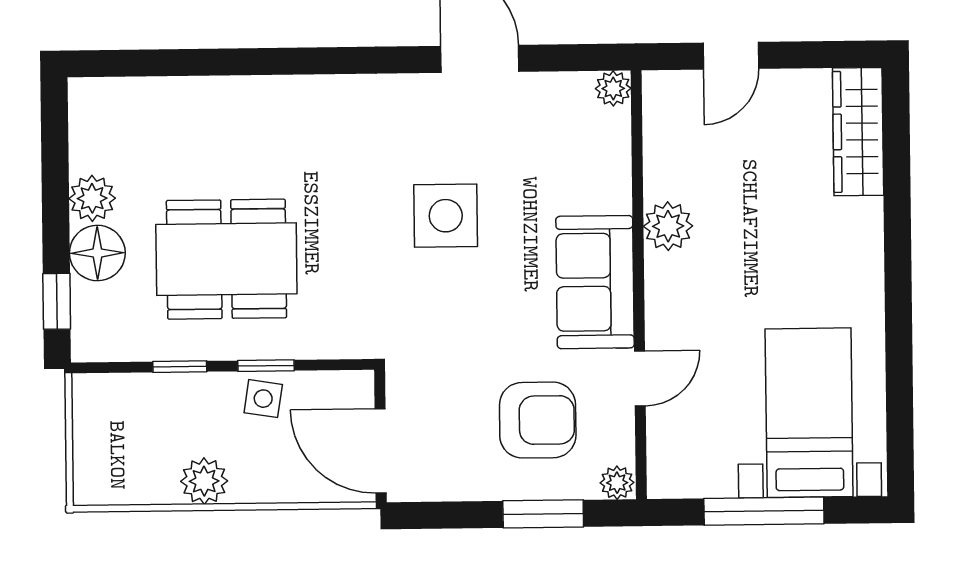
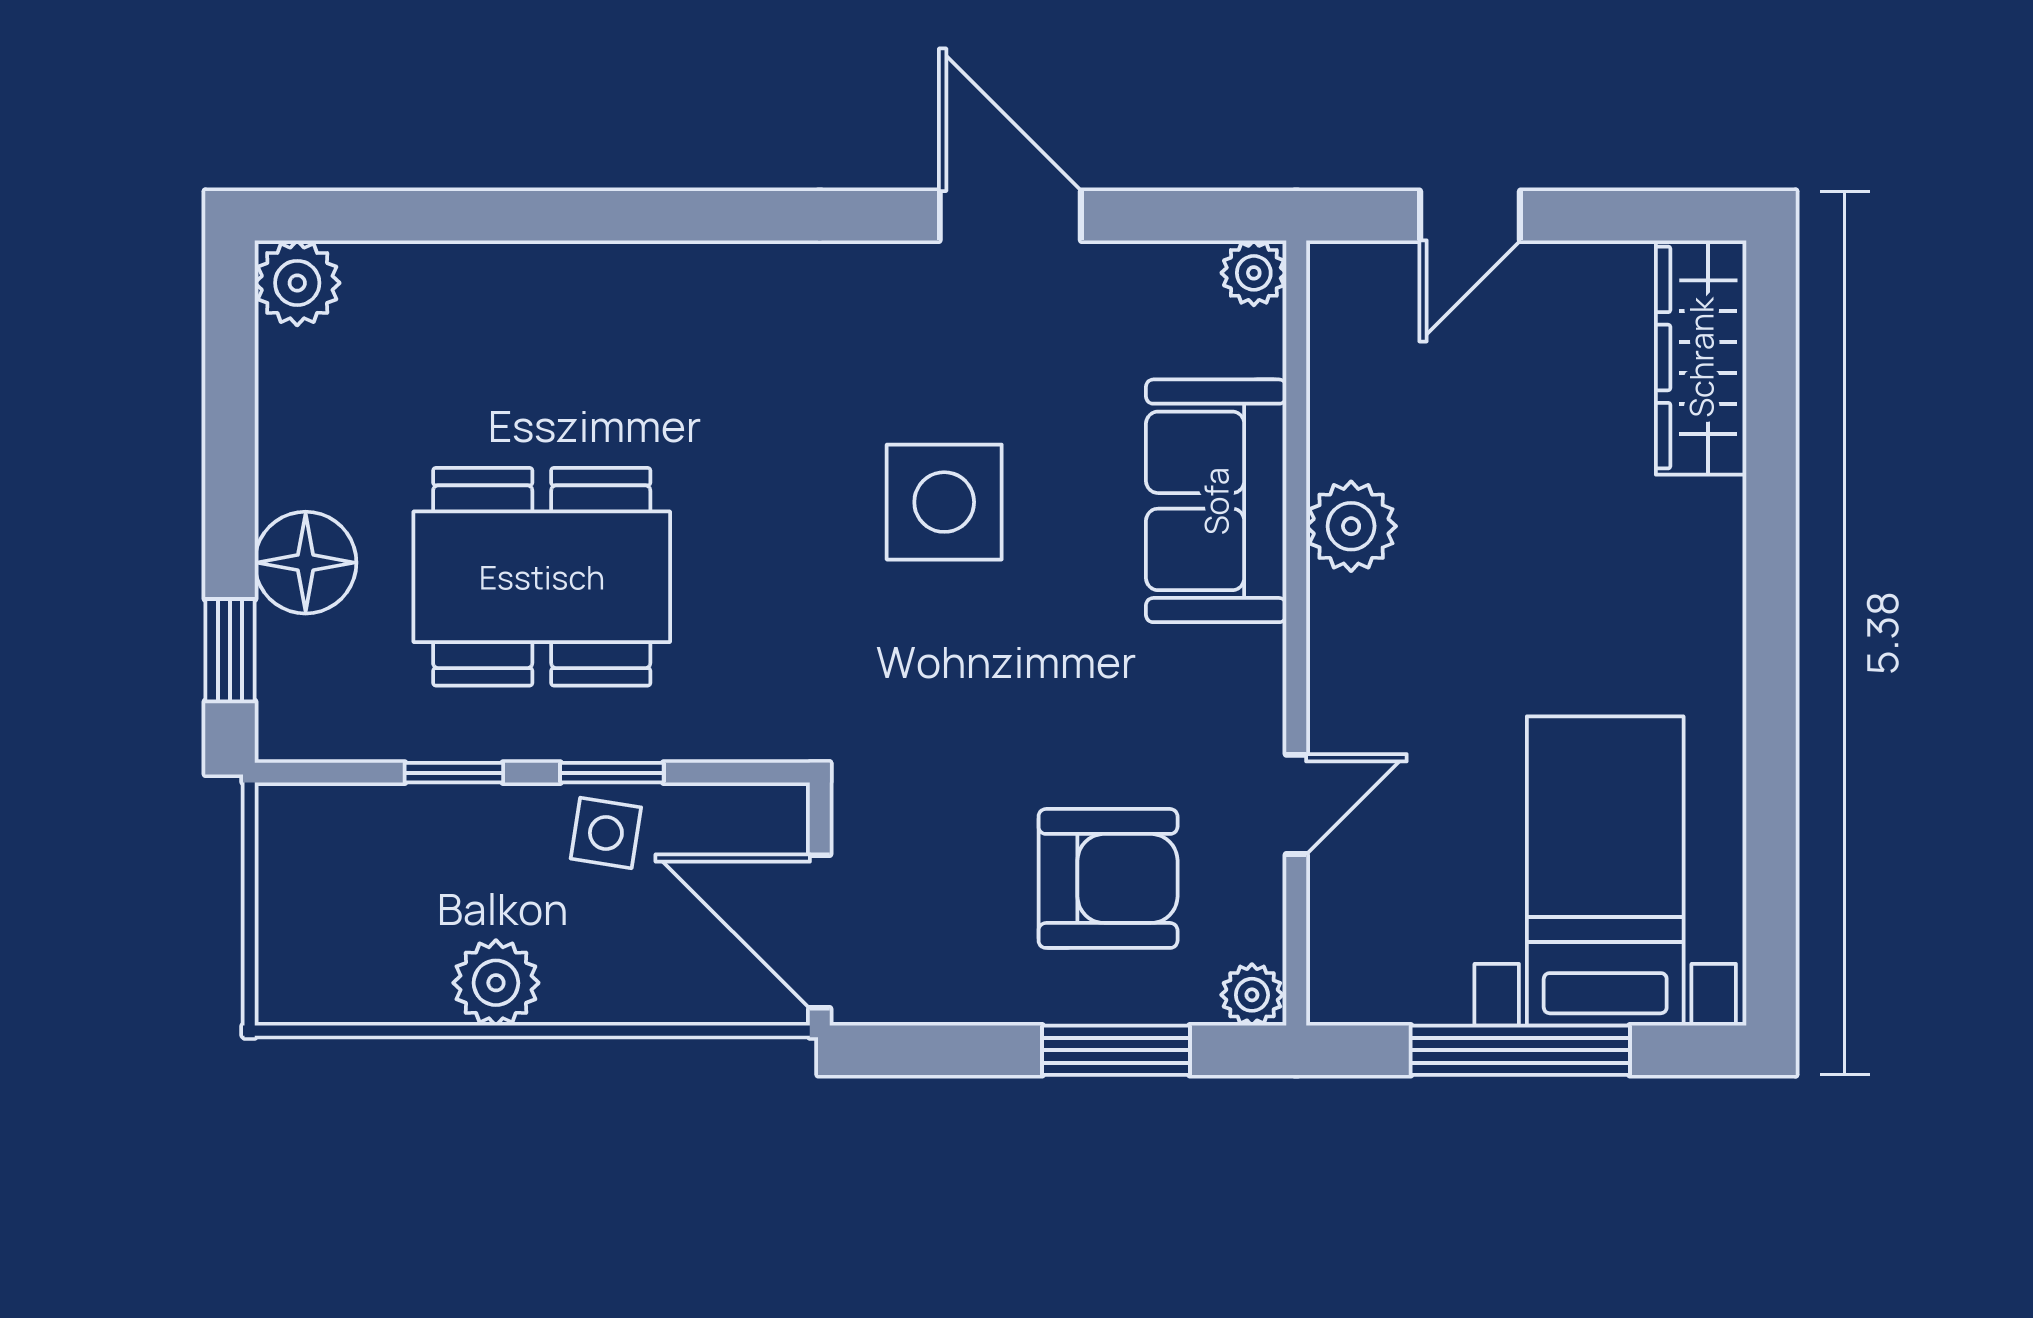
plant: (92, 198) -> (297, 283), moved
sofa: (595, 282) -> (1216, 501), moved

